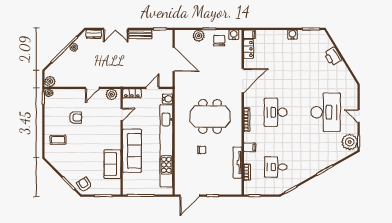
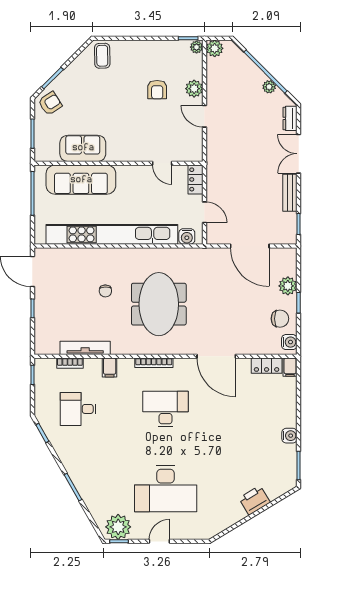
door: (174, 59) -> (250, 246), hinge flipped
plant: (111, 94) -> (194, 89), moved
coffee table: (58, 140) -> (102, 56), moved
sofa: (132, 151) -> (81, 180), moved
desk: (276, 167) -> (78, 409), turned -90

